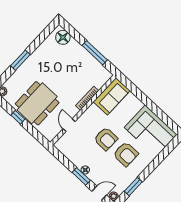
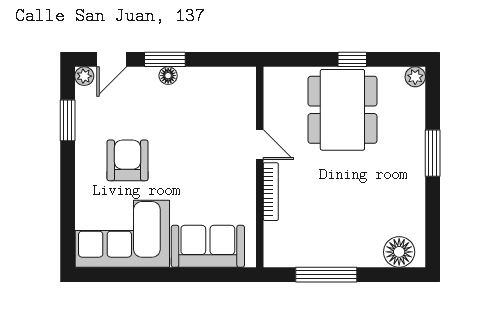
sofa: (112, 96) -> (208, 246), moved, turned 90
door: (69, 125) -> (260, 145), moved
armchair: (106, 139) -> (182, 155), removed
armchair: (126, 154) -> (128, 160), turned 90

